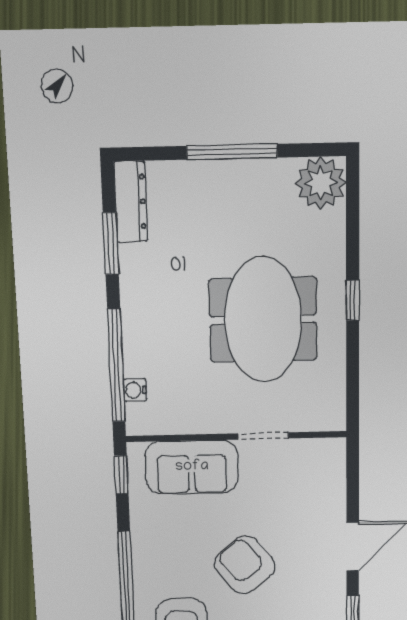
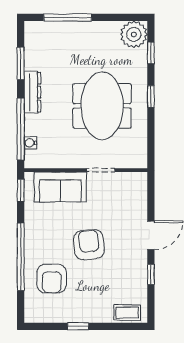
window: (232, 152) -> (68, 17), moved
dresser: (131, 202) -> (32, 92), moved
window: (353, 218) -> (151, 53), added
armchair: (245, 565) -> (89, 245), turned 34

